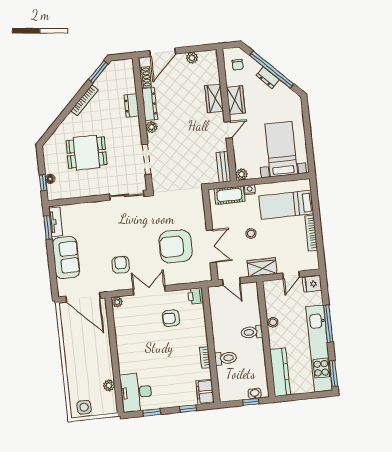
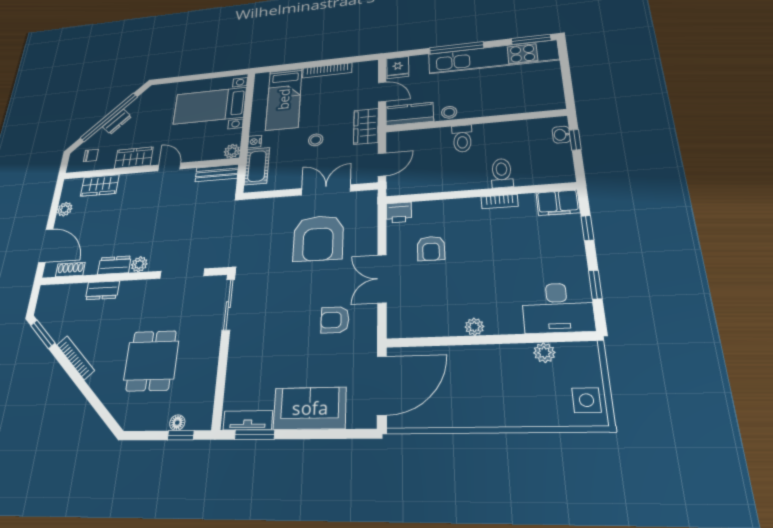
wardrobe: (214, 98) -> (100, 185), moved
dresser: (150, 104) -> (114, 265), width x0.70
plant: (117, 302) -> (474, 327), moved
kitchen counter: (280, 372) -> (410, 114), moved, width x0.67

